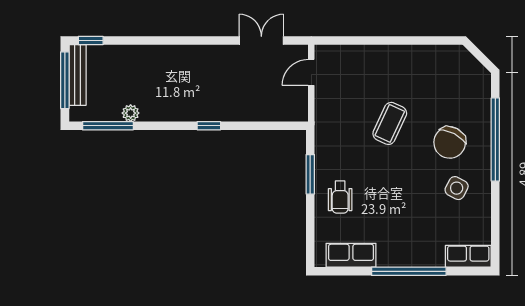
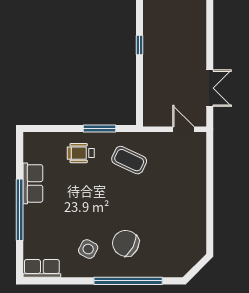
coffee table: (390, 123) -> (129, 160), moved
row of seats: (351, 255) -> (33, 183), moved
row of seats: (468, 256) -> (42, 268), moved, turned -90

